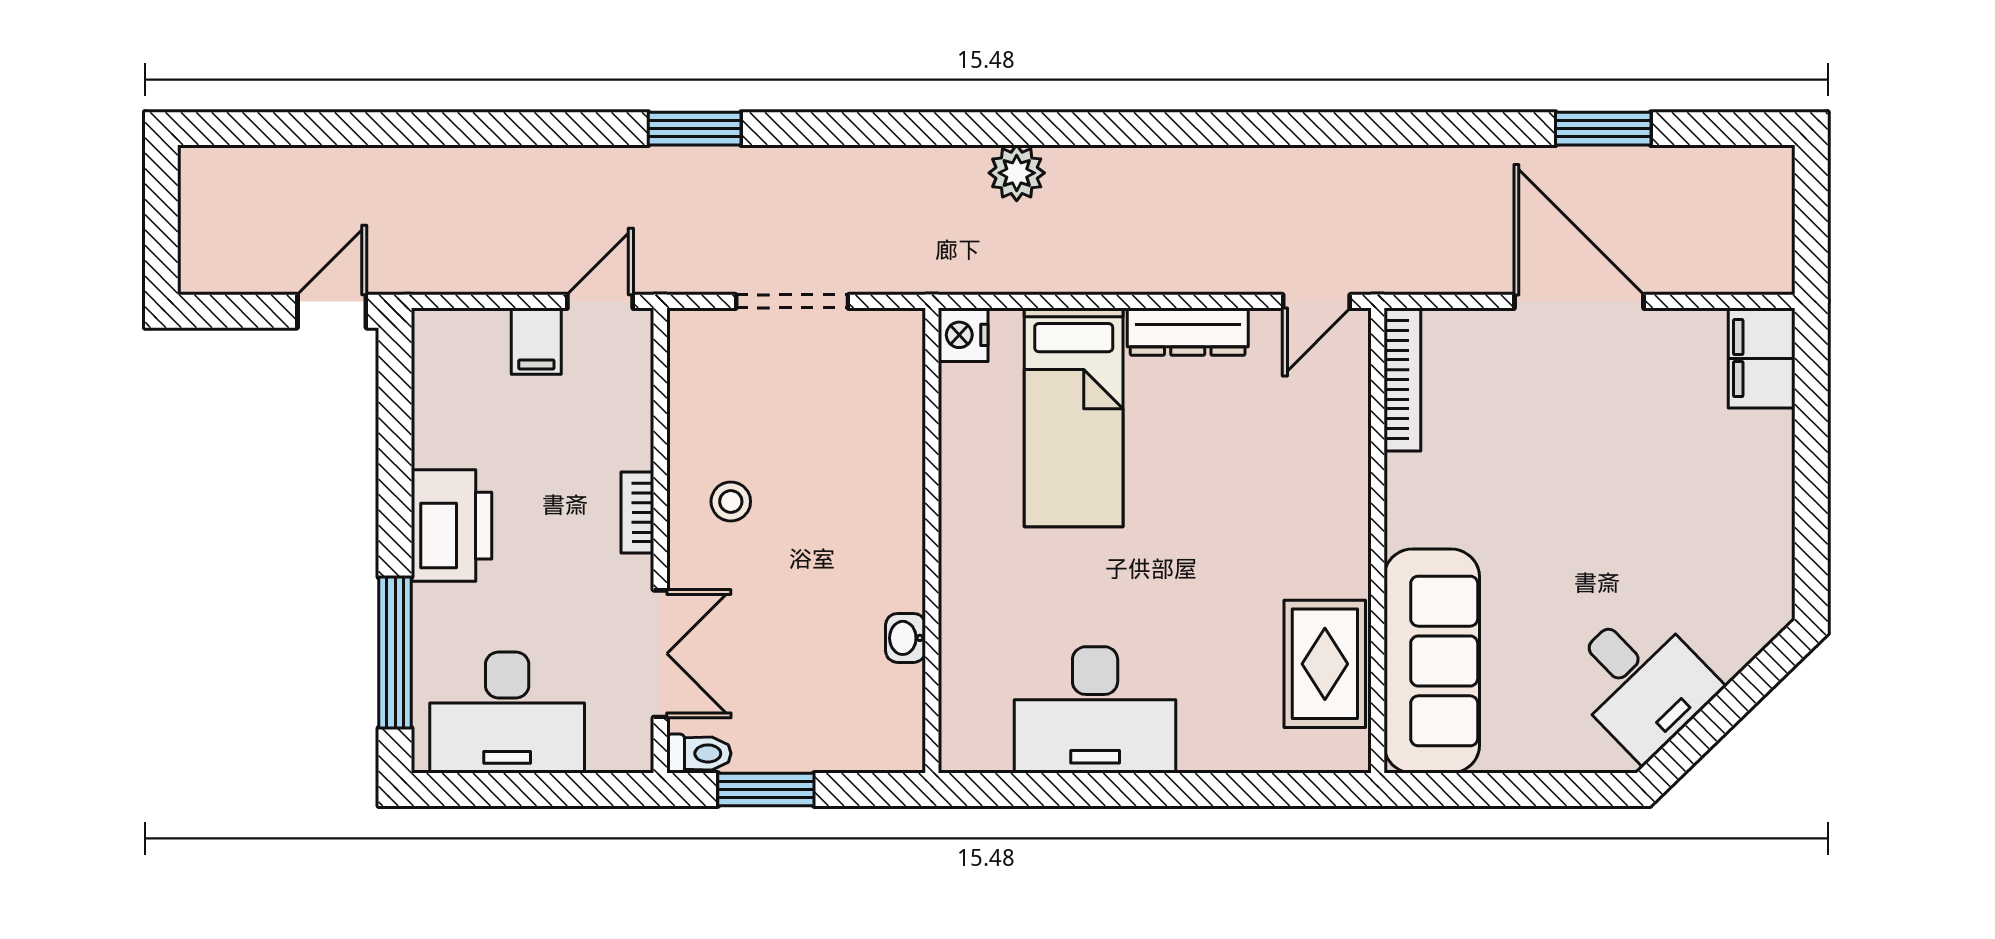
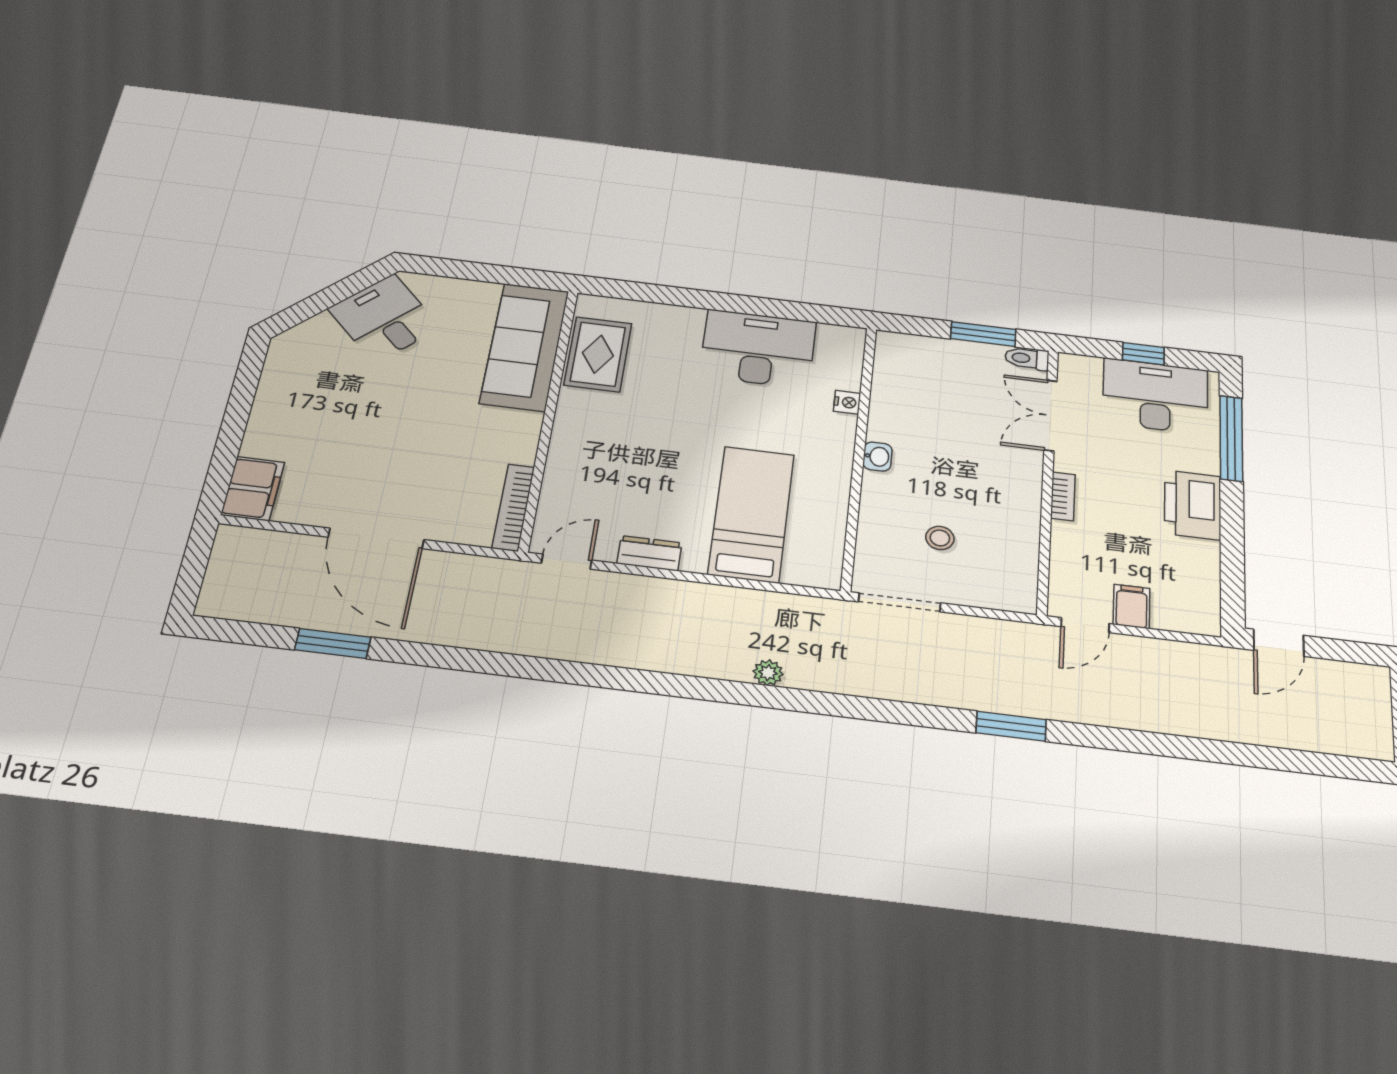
plant: (1017, 173) -> (768, 673), width x0.73, depth x0.73
doorway: (792, 301) -> (900, 602), moved
dresser: (1188, 332) -> (649, 553), width x0.70
nightstand: (963, 335) -> (847, 402), moved, width x0.72, depth x0.74
stool: (731, 501) -> (940, 538), moved
washbasin: (906, 638) -> (877, 457), moved
window: (526, 789) -> (1143, 354), added

